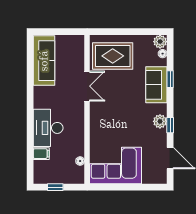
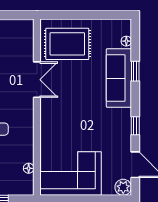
plant: (160, 42) -> (123, 27), removed
sofa: (156, 85) -> (119, 78), width x1.36
plant: (160, 121) -> (123, 187), moved

